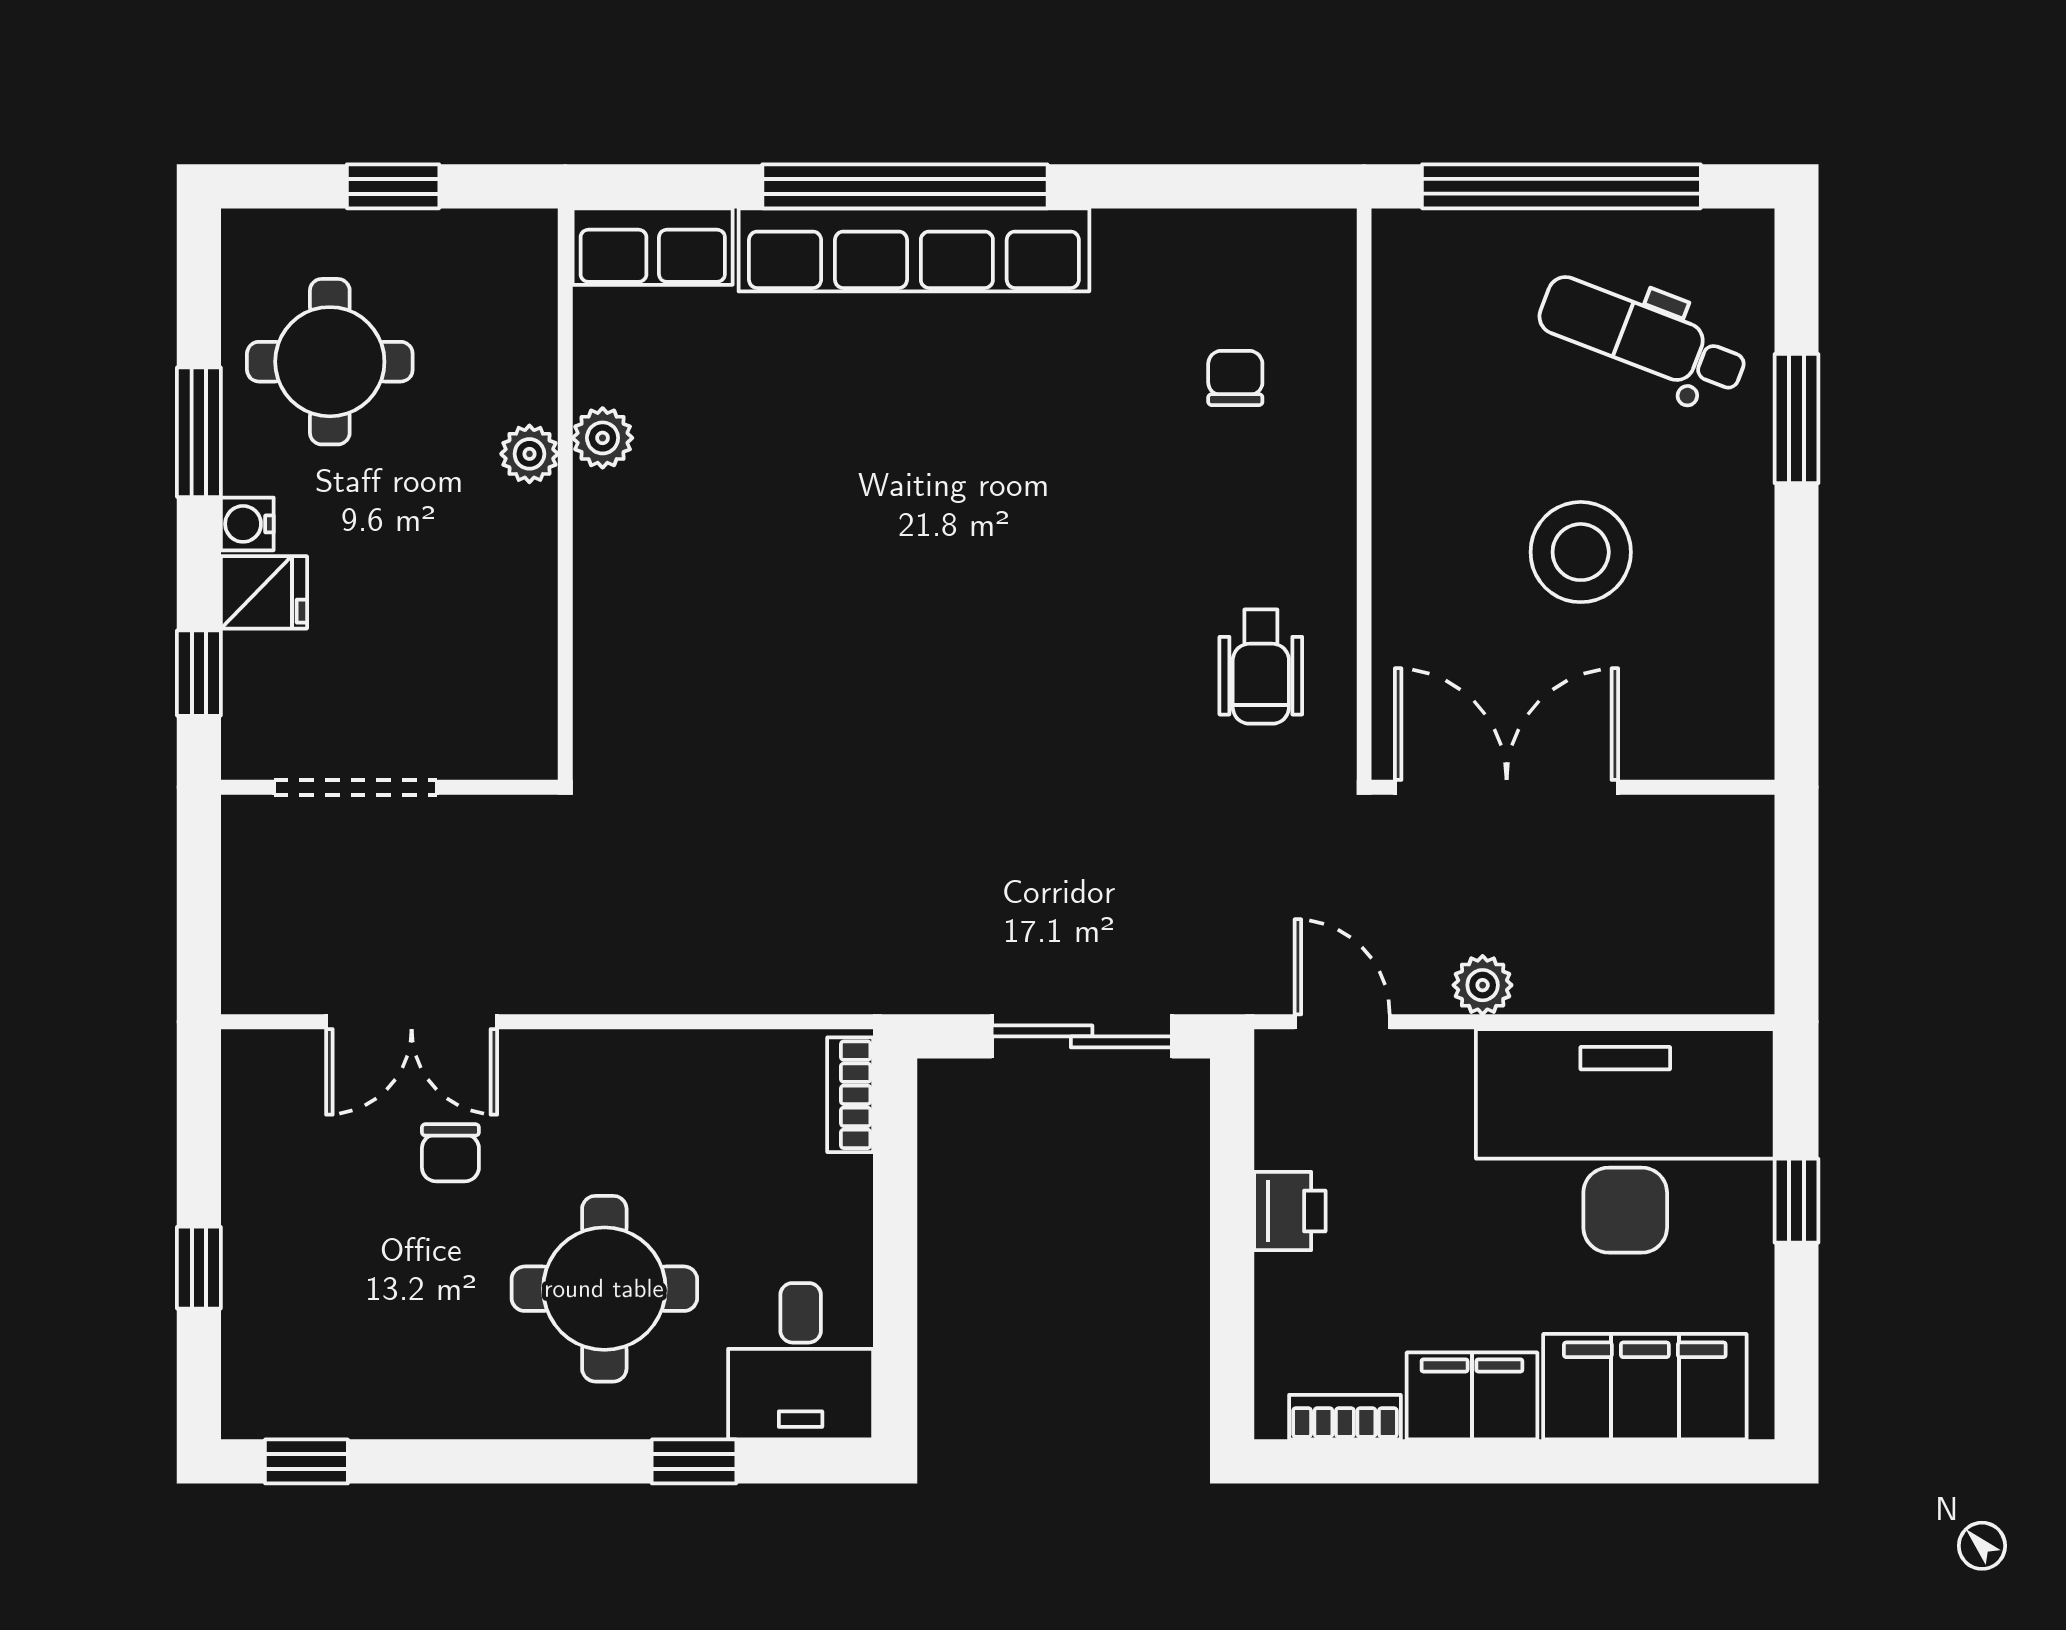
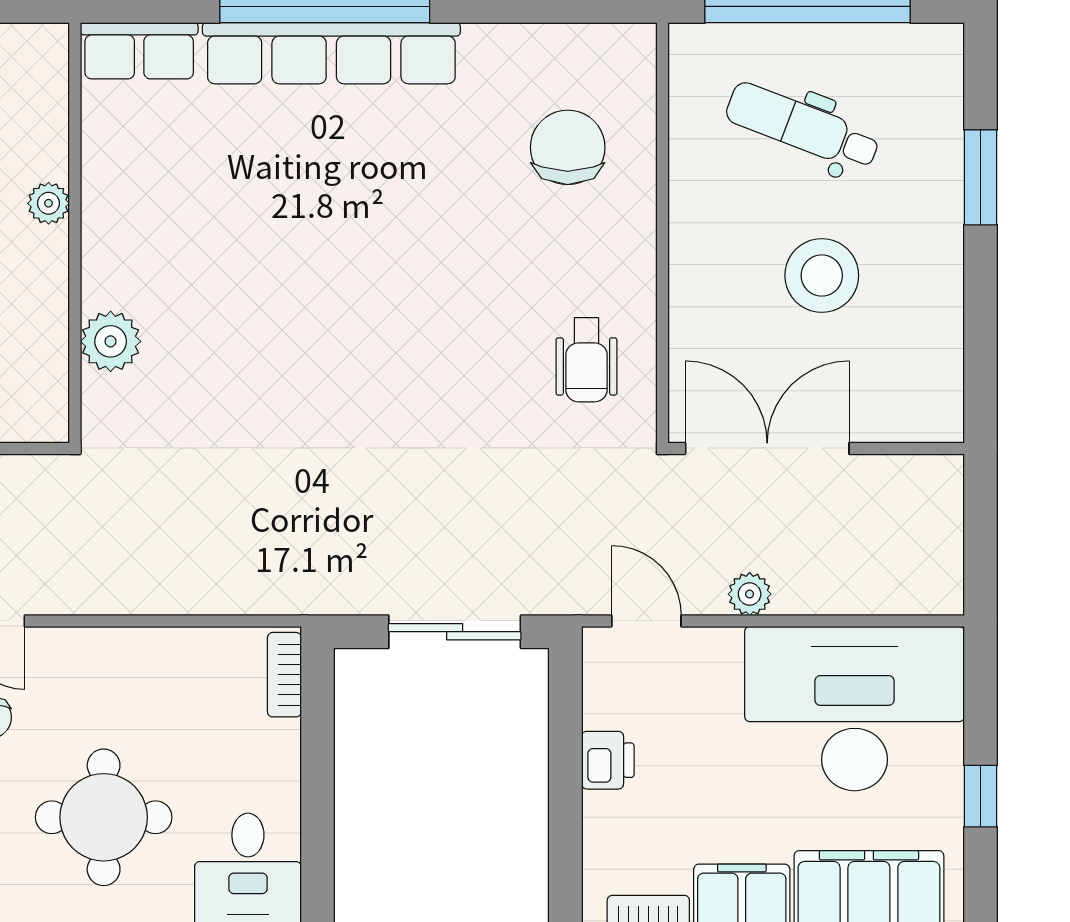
dental chair: (1643, 337) -> (803, 127), moved
chair: (1235, 378) -> (568, 147), width x1.87, depth x1.87
plant: (603, 438) -> (111, 341), moved, width x1.38, depth x1.38
window: (1796, 1201) -> (980, 796), moved

